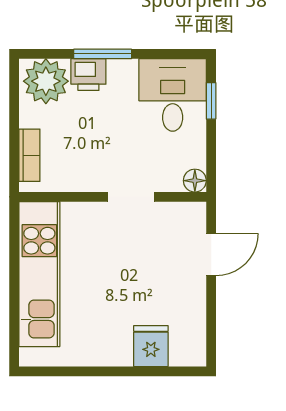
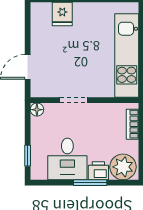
desk: (173, 95) -> (67, 159), moved

